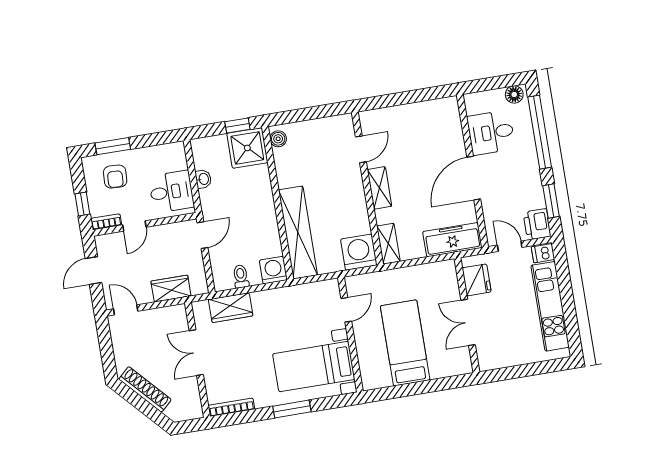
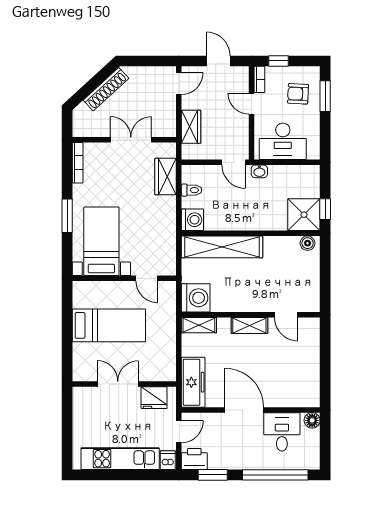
floor lamp: (514, 95) -> (312, 420), moved
washbasin: (203, 179) -> (259, 171), moved
desk: (171, 192) -> (283, 141), width x1.37

